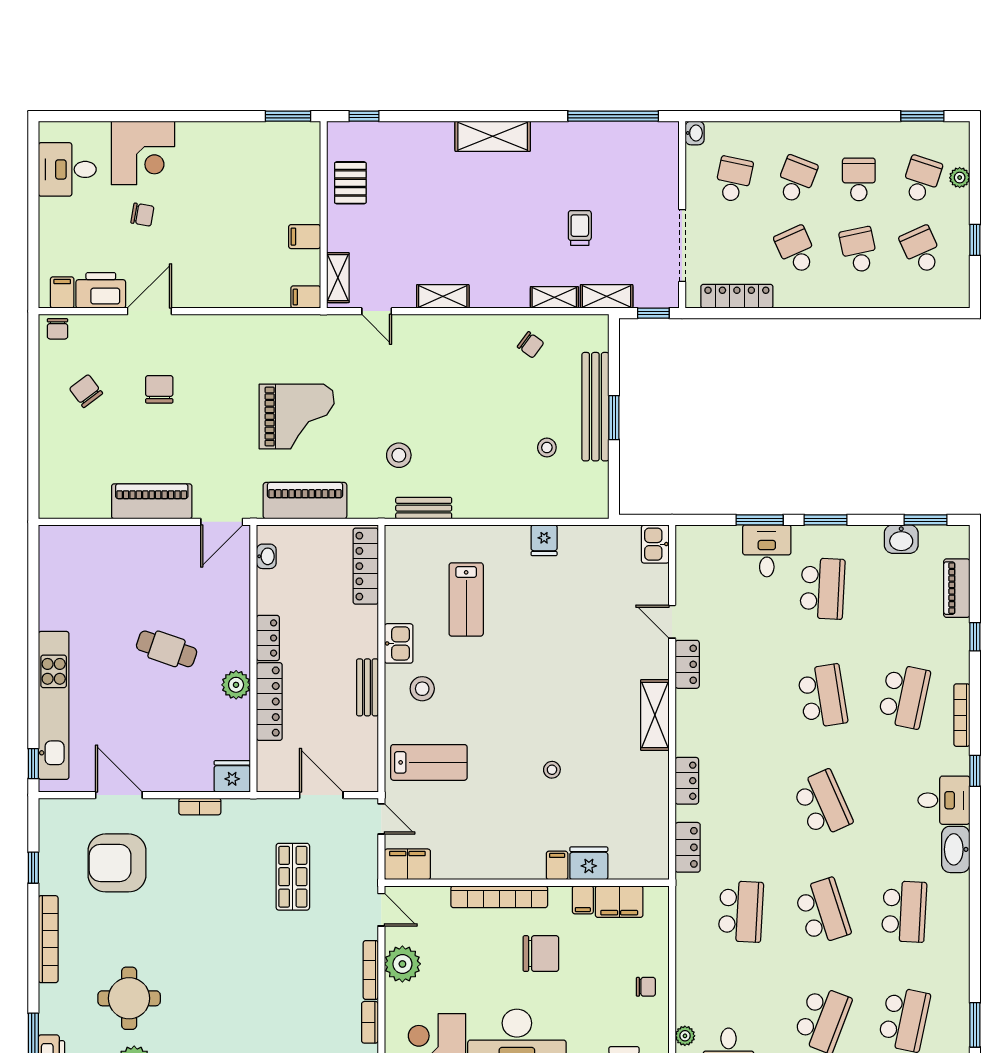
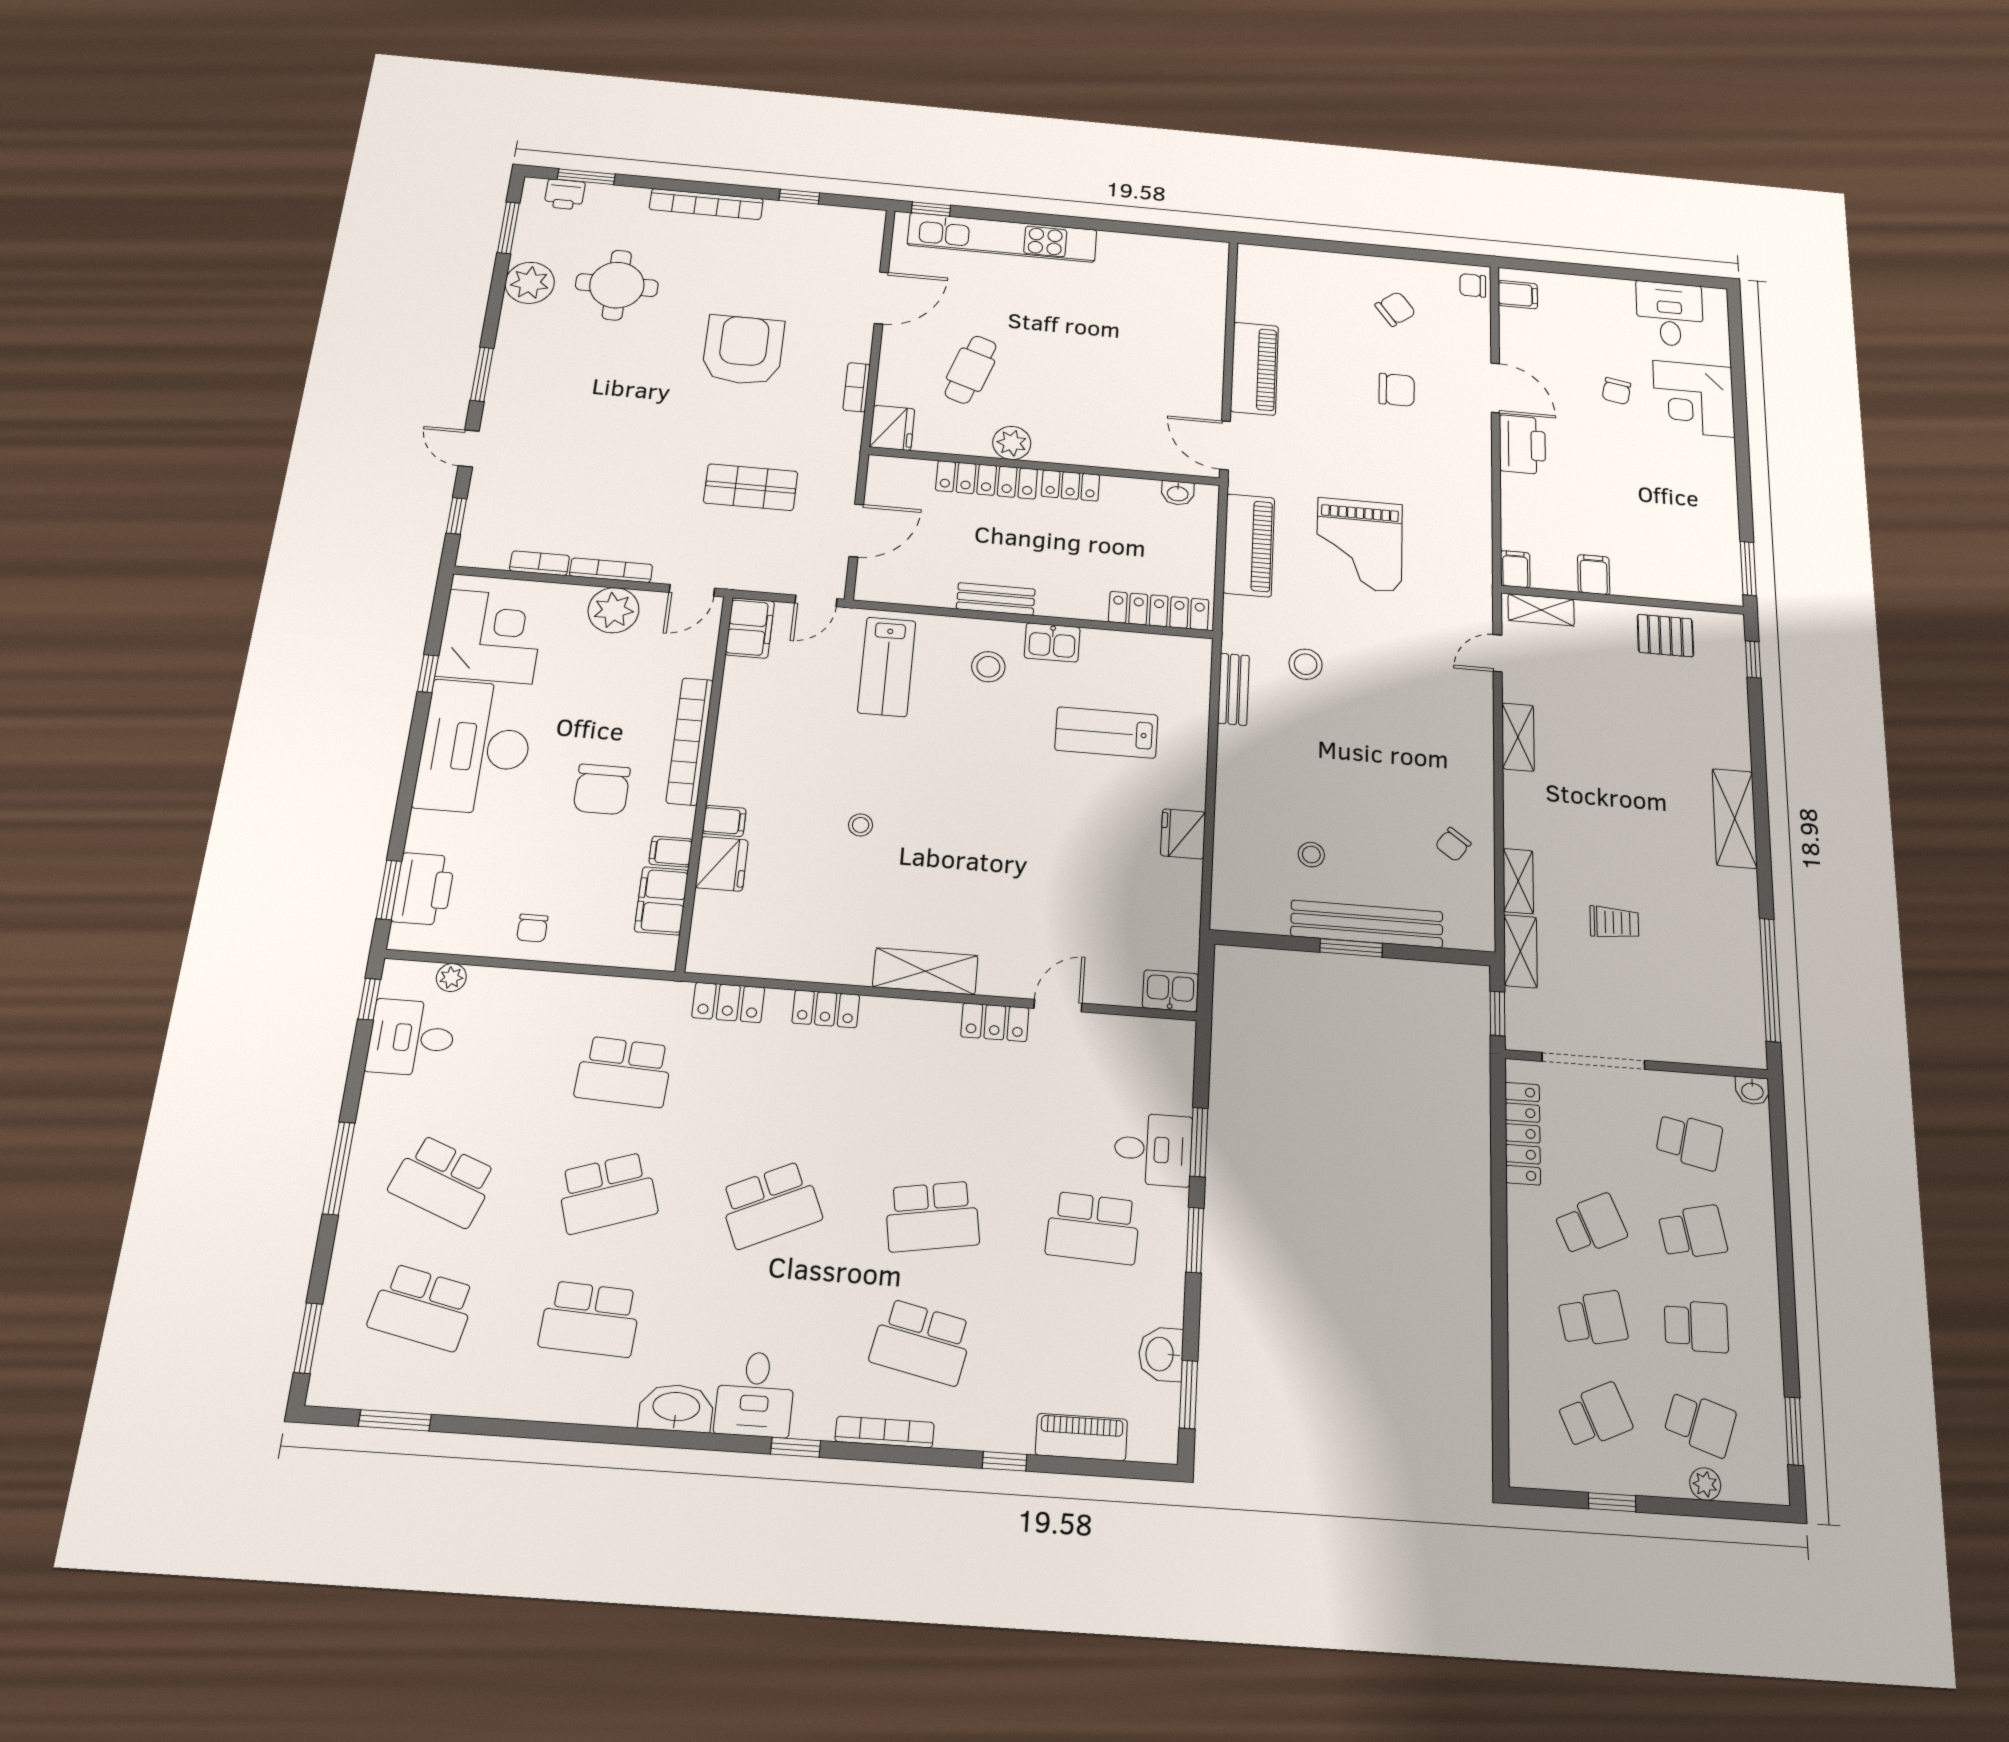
school desk: (796, 179) -> (1693, 1232), turned -33
printer: (101, 290) -> (1522, 445), moved
fridge: (544, 540) -> (1183, 834), width x1.38
cafe table: (167, 649) -> (971, 370), moved
armchair: (117, 863) -> (743, 350), moved

